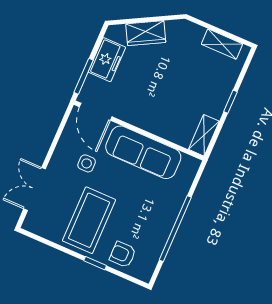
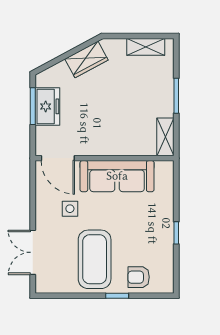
wardrobe: (146, 33) -> (86, 59), moved
window: (84, 76) -> (33, 106), moved
window: (230, 102) -> (176, 96), width x1.50
window: (175, 229) -> (176, 233), width x0.32

